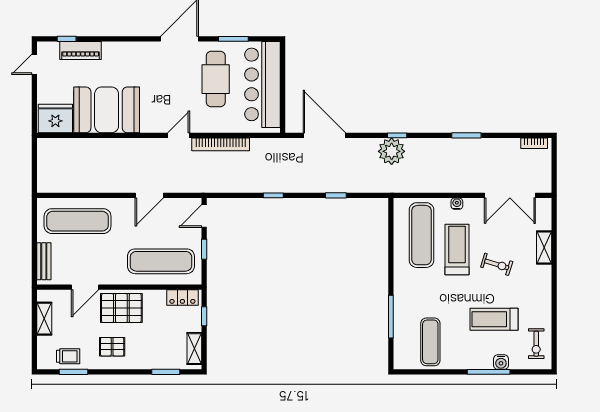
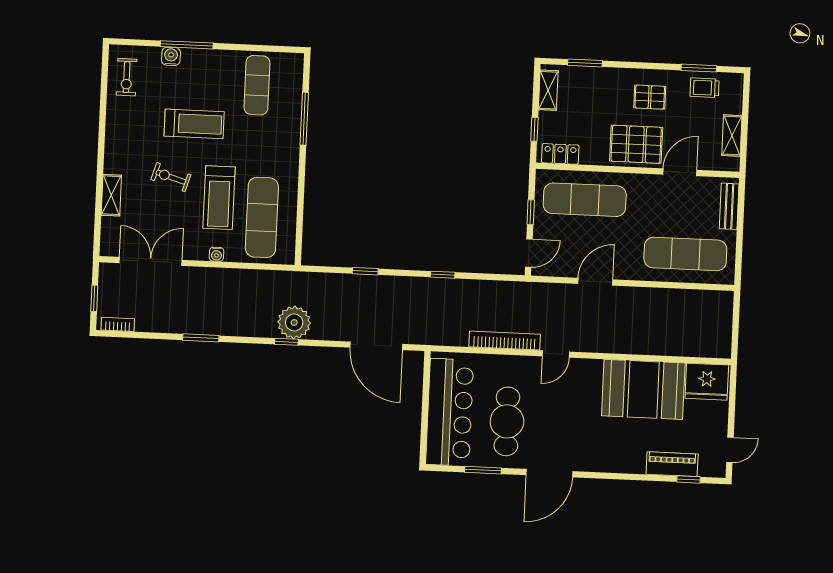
window: (554, 163) -> (94, 298), added
treadmill: (494, 319) -> (194, 124), moved
exercise bike: (536, 344) -> (127, 77), turned 180

